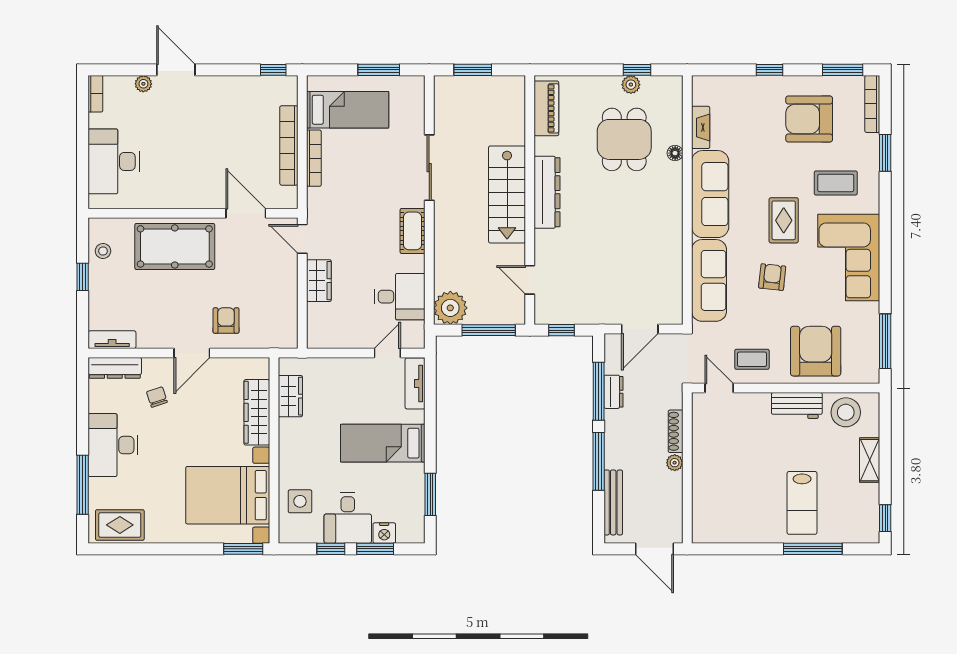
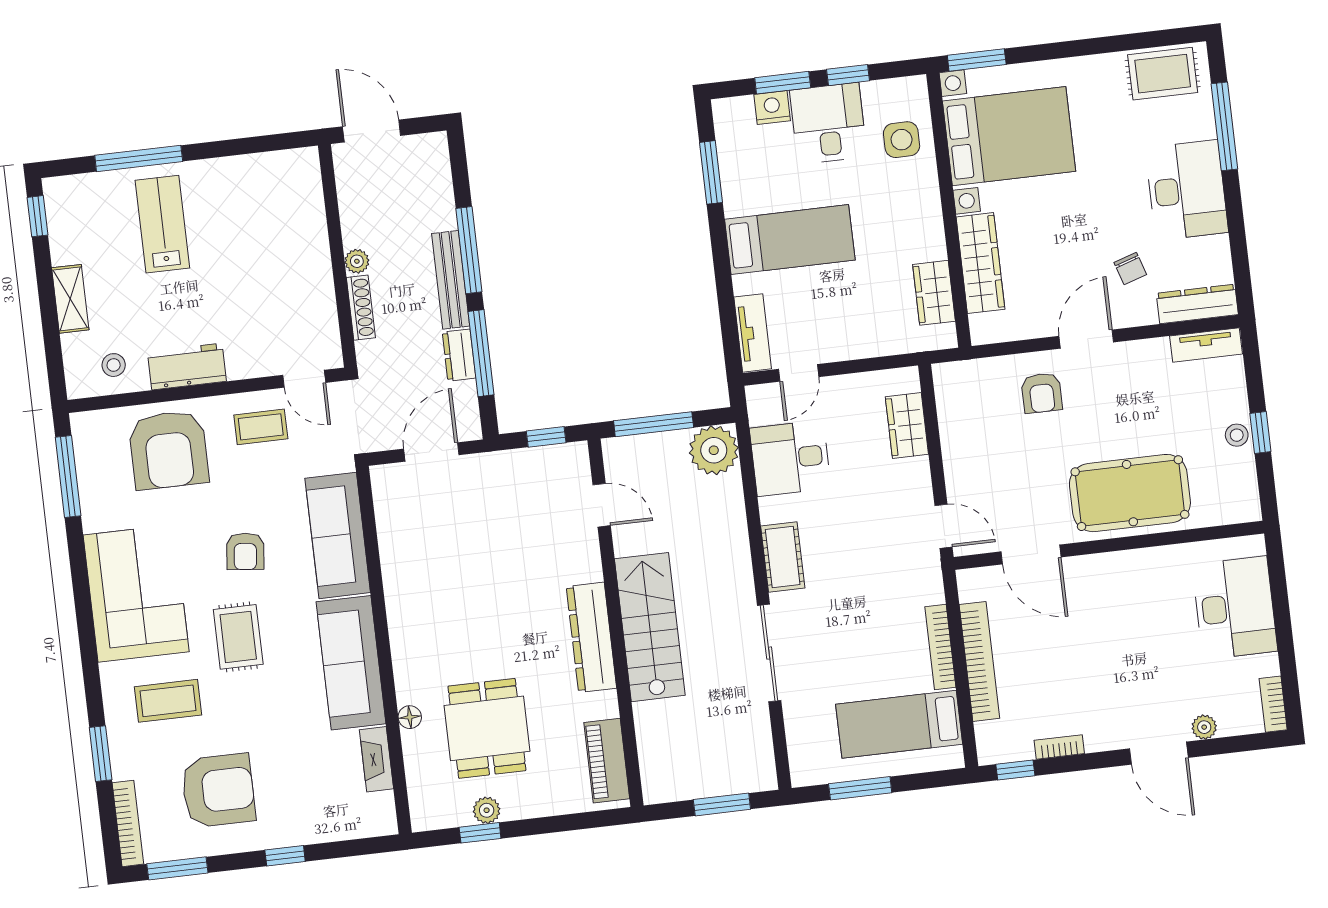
bookcase: (242, 82) -> (1059, 747), added
stool: (103, 251) -> (1237, 435), moved
wardrobe: (319, 281) -> (907, 425), moved
stool: (846, 412) -> (114, 365), width x0.53, depth x0.53
bench: (613, 502) -> (451, 280), moved

